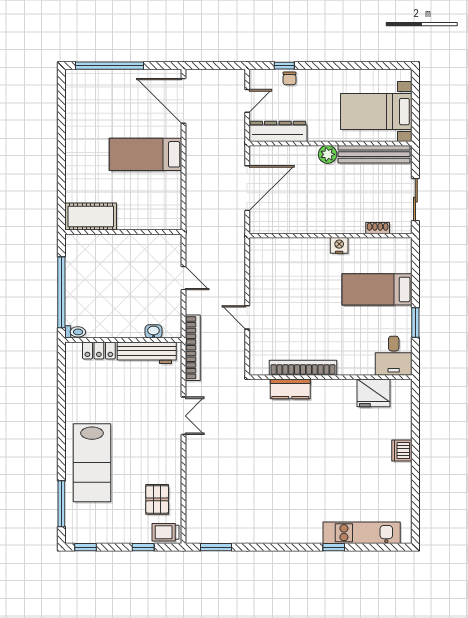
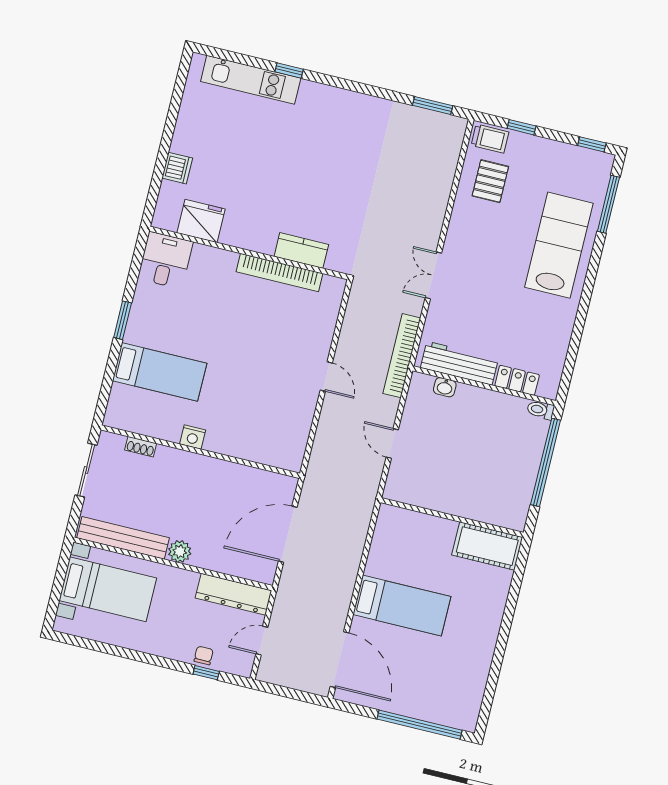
desk: (394, 356) -> (165, 260), moved
bookcase: (303, 368) -> (280, 273), moved
wall: (330, 377) -> (249, 253), moved
kitchen counter: (290, 389) -> (301, 251), moved
fridge: (374, 393) -> (201, 221), moved

